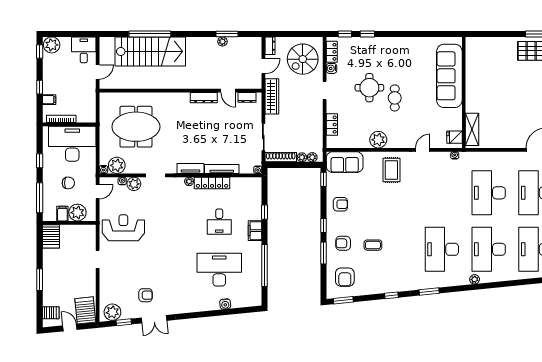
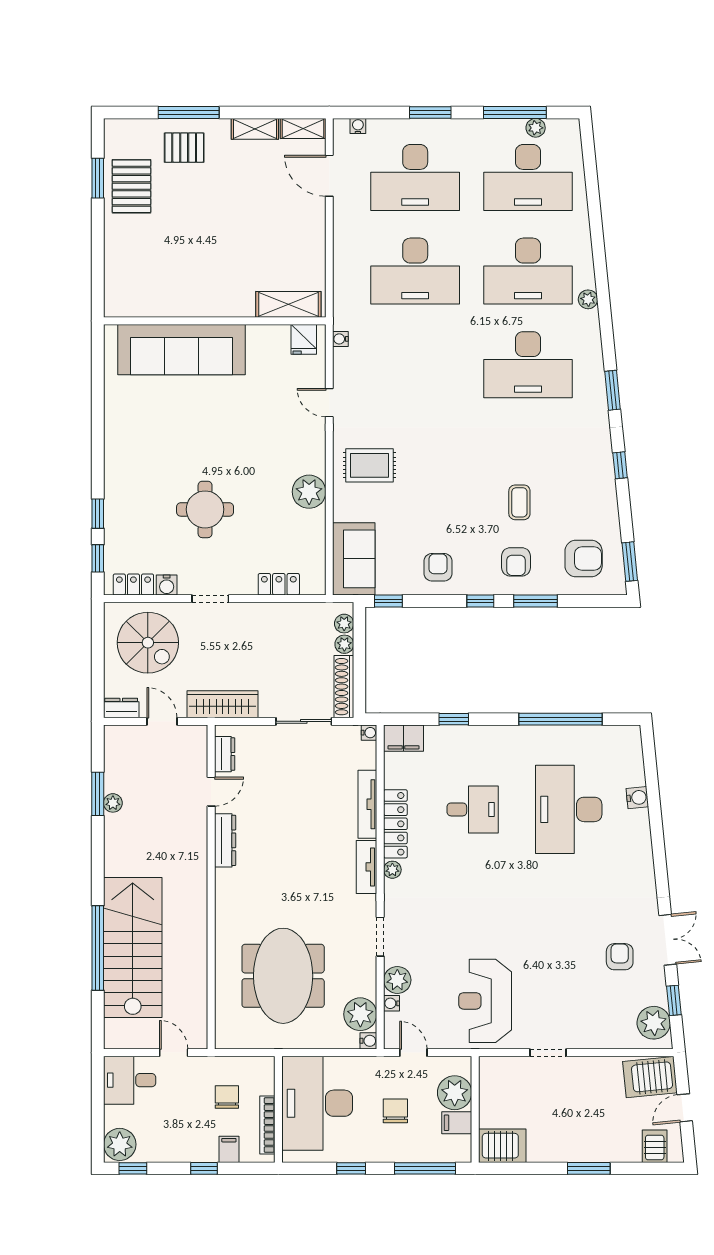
cafe table: (395, 98) -> (226, 459), removed
chair: (75, 99) -> (227, 1097), added
filing cabinet: (255, 231) -> (403, 738), moved

